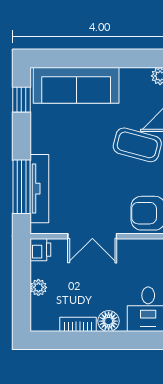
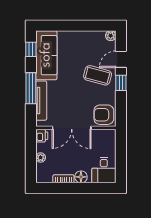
sofa: (76, 85) -> (46, 55), moved, turned -90
window: (21, 187) -> (31, 88), moved
double door: (92, 236) -> (72, 128), width x1.37

